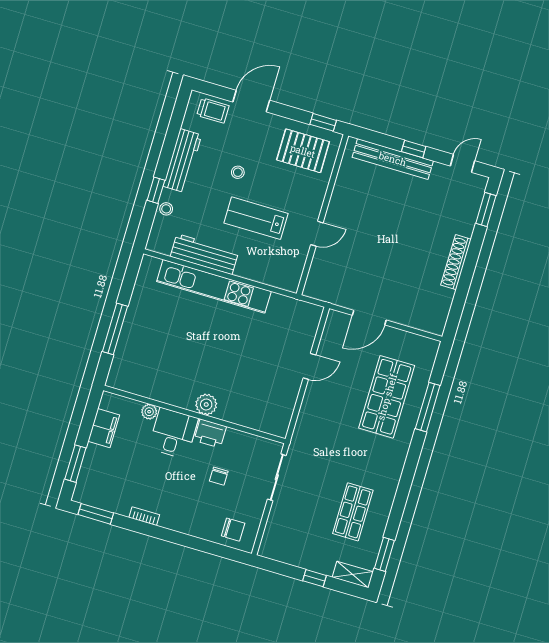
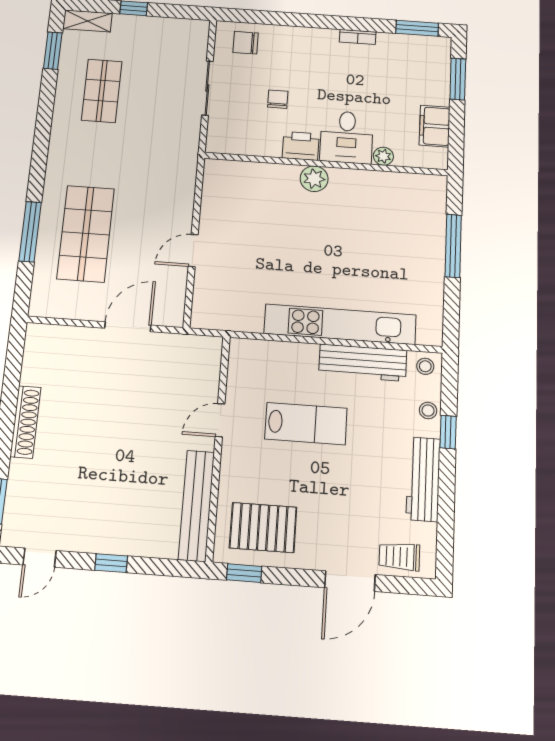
bench: (393, 159) -> (196, 505), moved, turned 90
stool: (238, 172) -> (425, 366), moved
sliding door: (277, 477) -> (207, 88), moved

